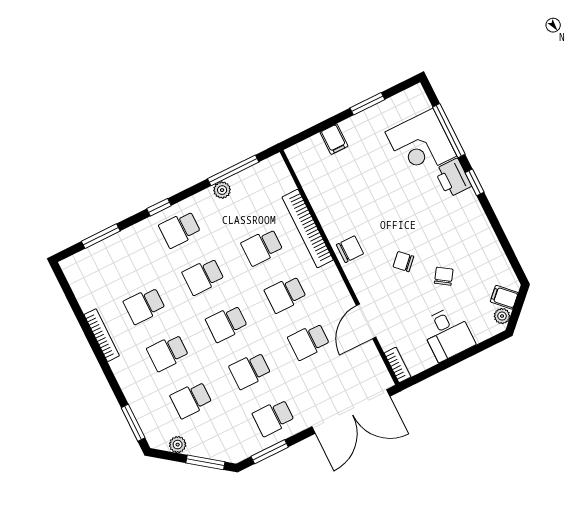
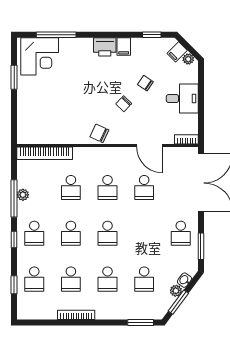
filing cabinet: (334, 139) -> (124, 47), moved, turned 90
corner desk: (421, 144) -> (40, 56), moved
window: (233, 170) -> (14, 198), moved
printer: (453, 178) -> (105, 47), moved
window: (475, 182) -> (152, 35), moved
bookcase: (308, 228) -> (45, 153), moved
window: (101, 236) -> (14, 285), width x0.67
chair: (350, 249) -> (99, 133), turned -65
school desk: (250, 371) -> (34, 279), moved
plant: (178, 445) -> (176, 291), moved
washbasin: (215, 452) -> (184, 280), added
window: (205, 462) -> (178, 302), moved

